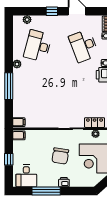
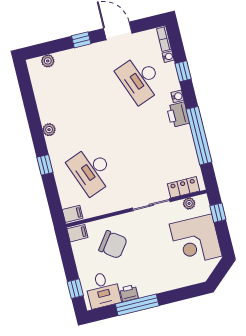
desk: (38, 46) -> (91, 170), moved, turned -36
window: (9, 86) -> (45, 165), width x0.46
chair: (60, 156) -> (113, 245), moved, turned -63
window: (9, 159) -> (75, 289), moved
printer: (64, 182) -> (129, 293), moved

